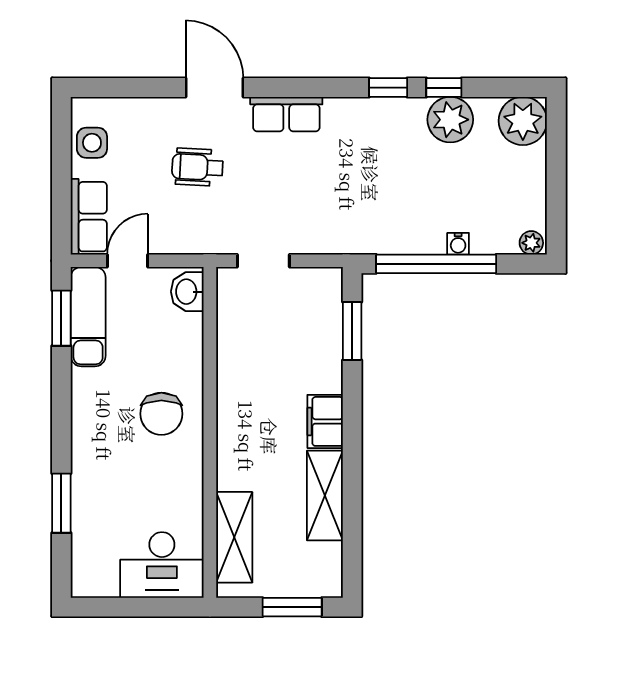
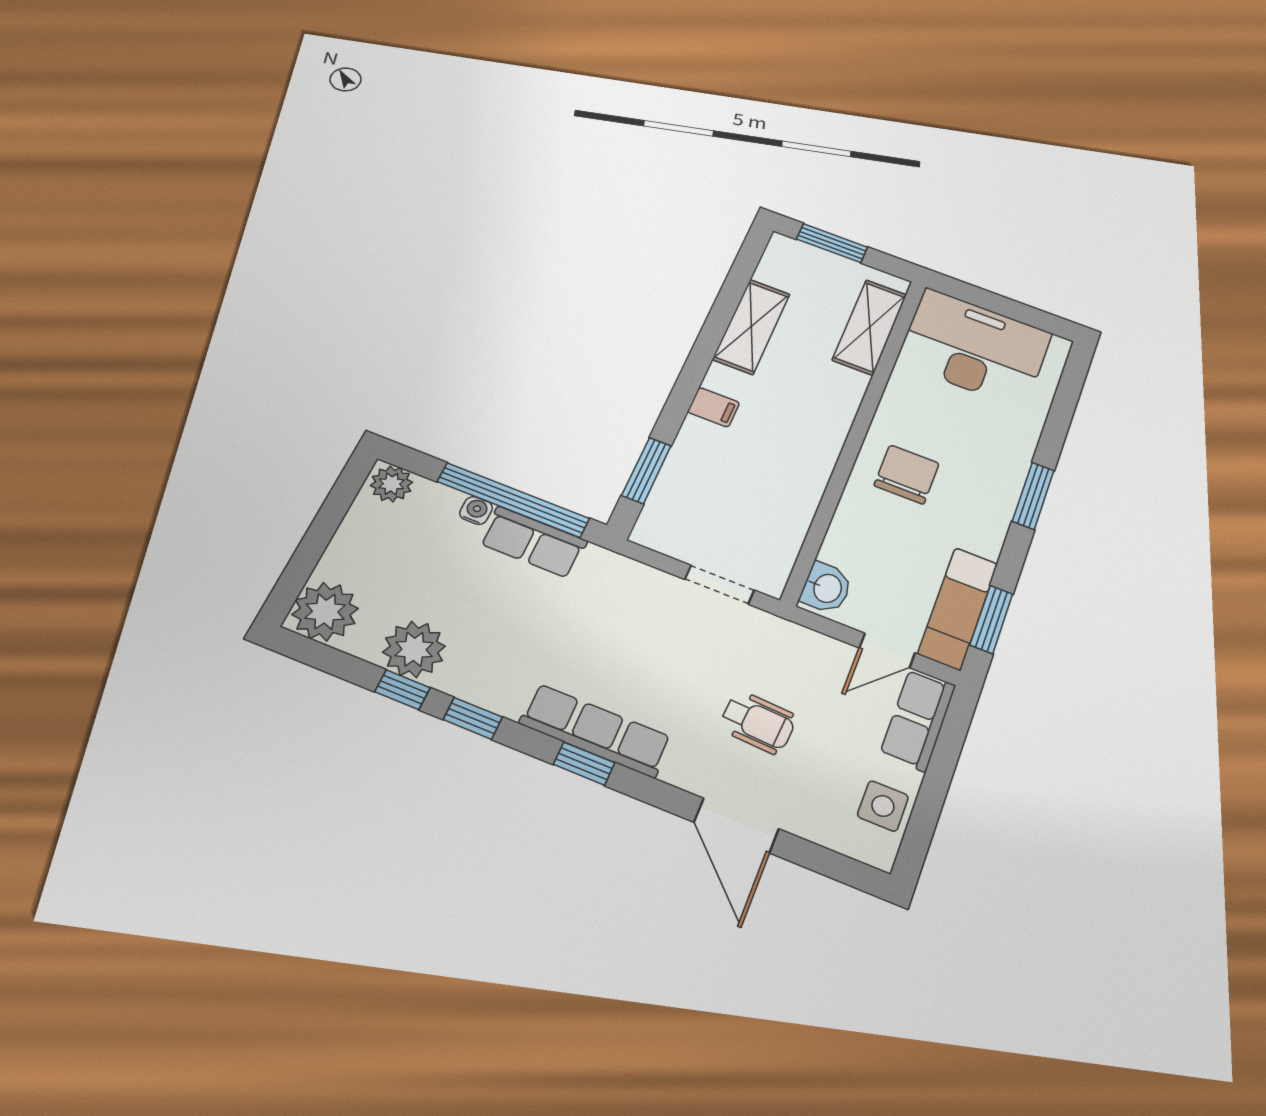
door: (214, 88) -> (736, 825), moved
window: (301, 88) -> (584, 764), added
row of seats: (286, 114) -> (595, 730), width x1.48
row of seats: (407, 236) -> (533, 542), added
plant: (531, 243) -> (391, 484), width x1.38, depth x1.38
filing cabinet: (325, 421) -> (714, 407), width x0.50
window: (61, 503) -> (1033, 496), moved
desk: (162, 565) -> (974, 348), width x1.36, depth x1.30

